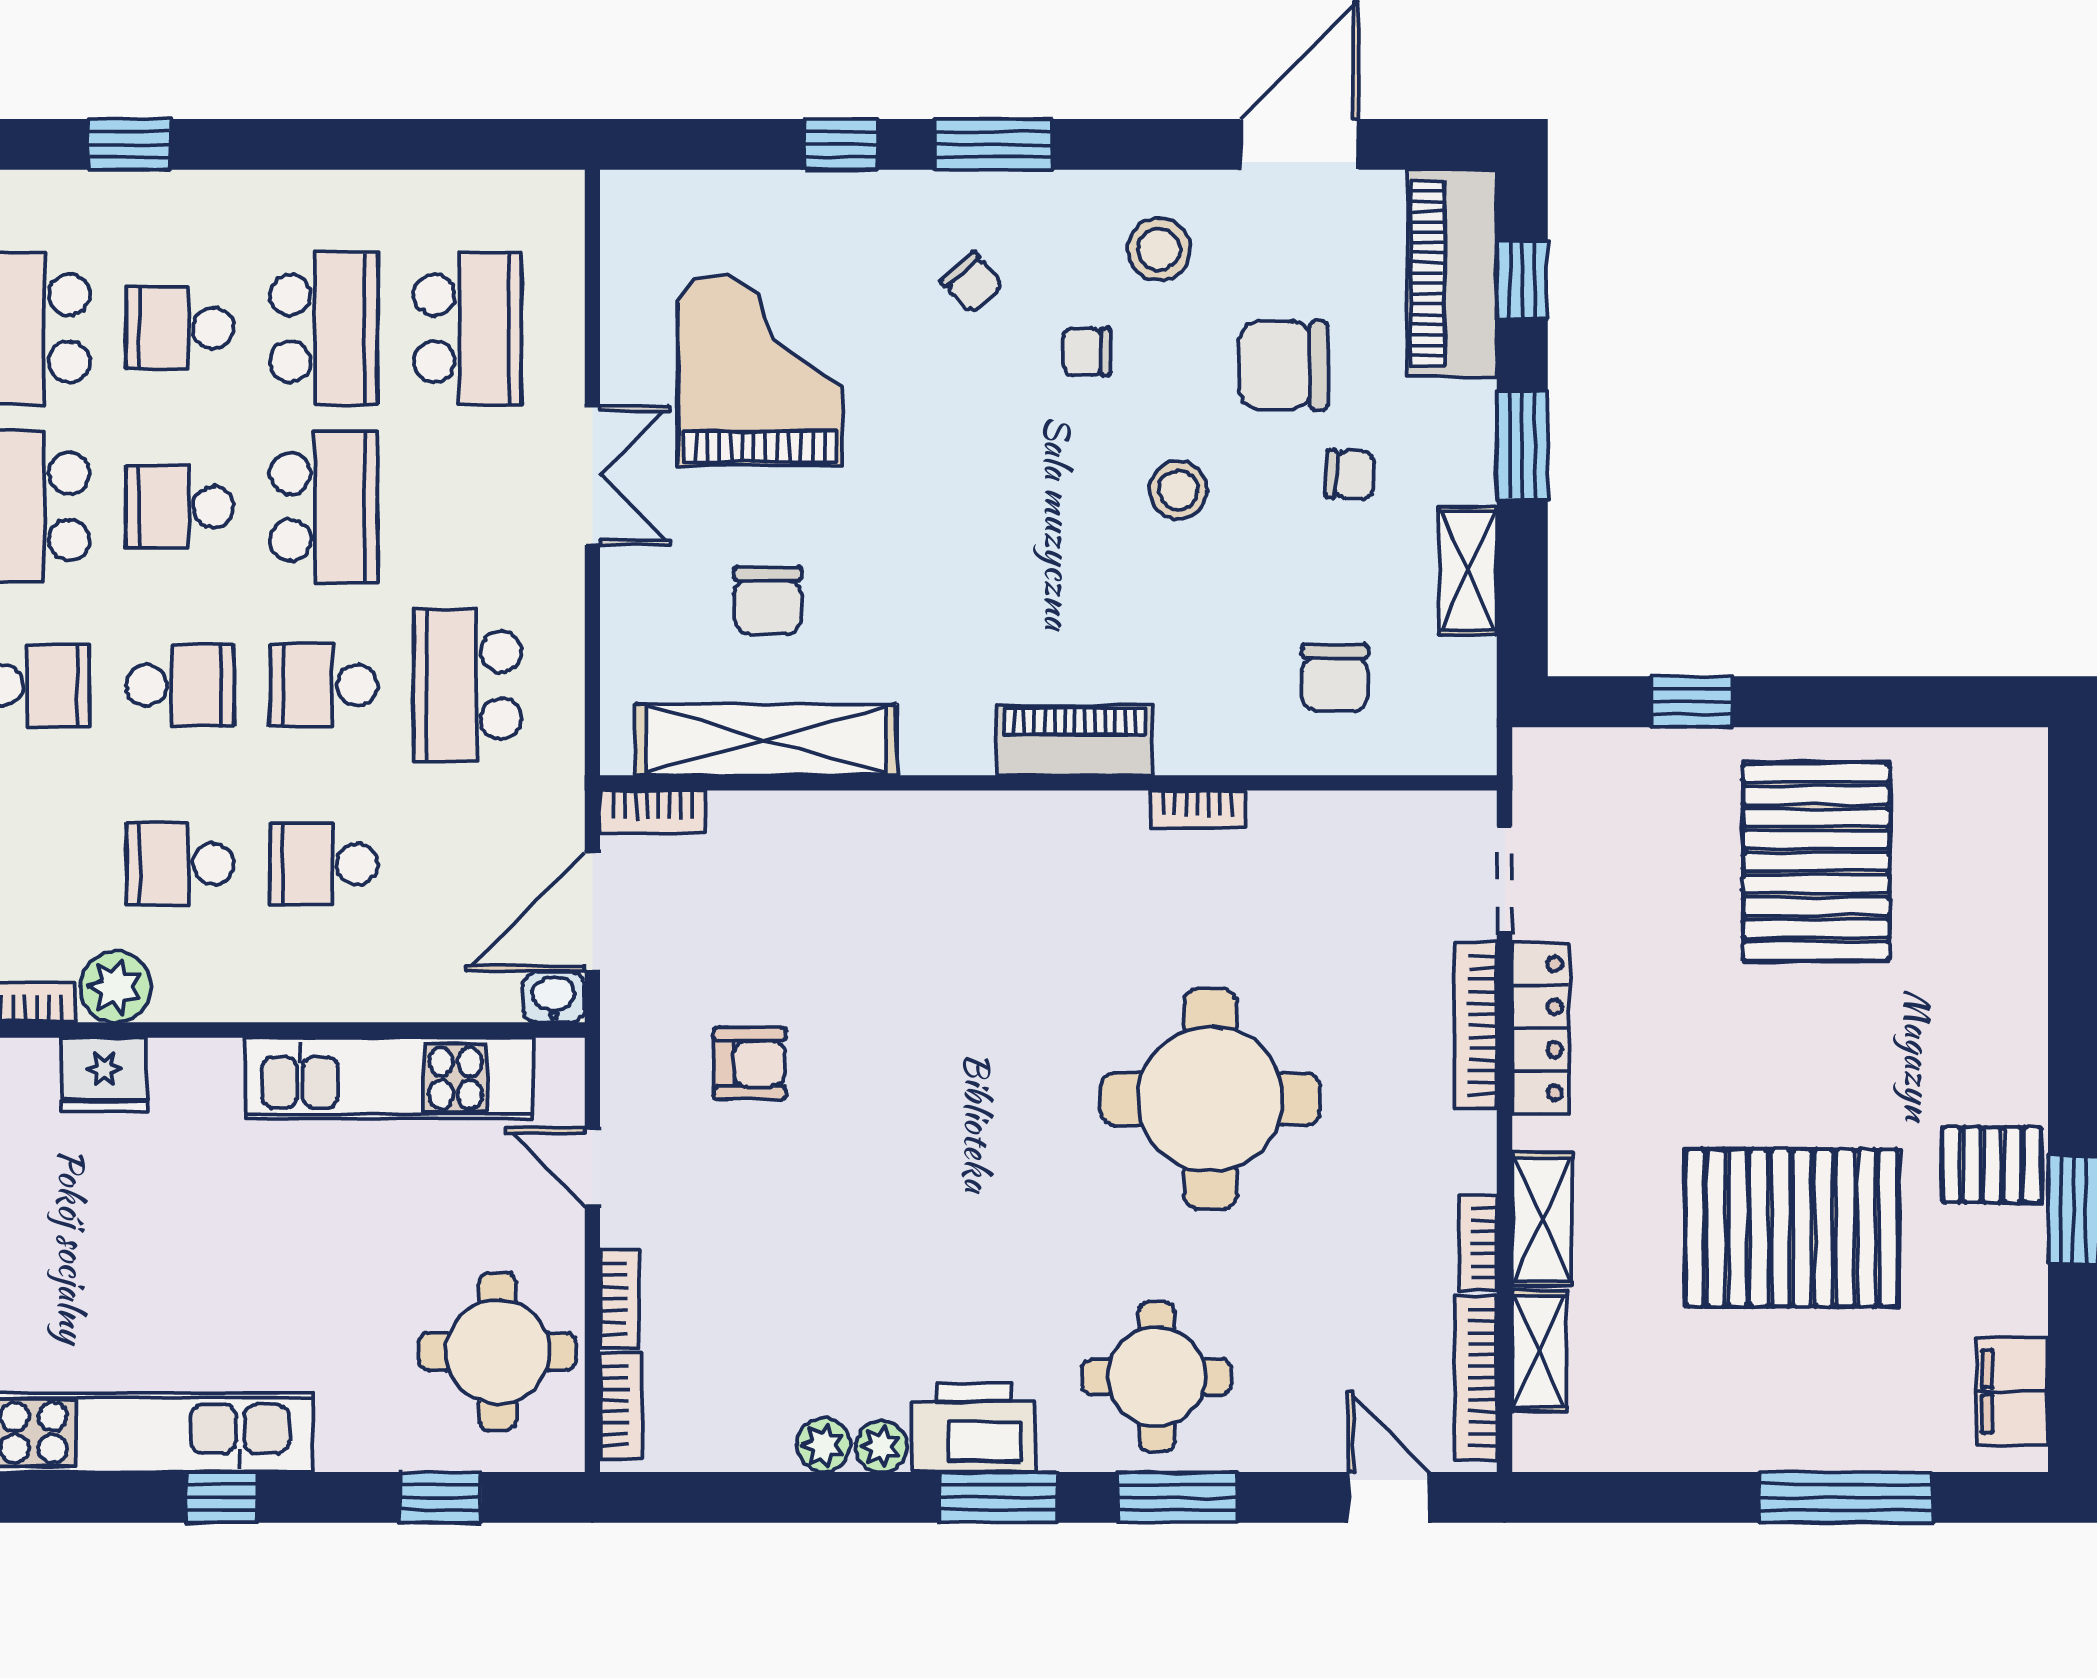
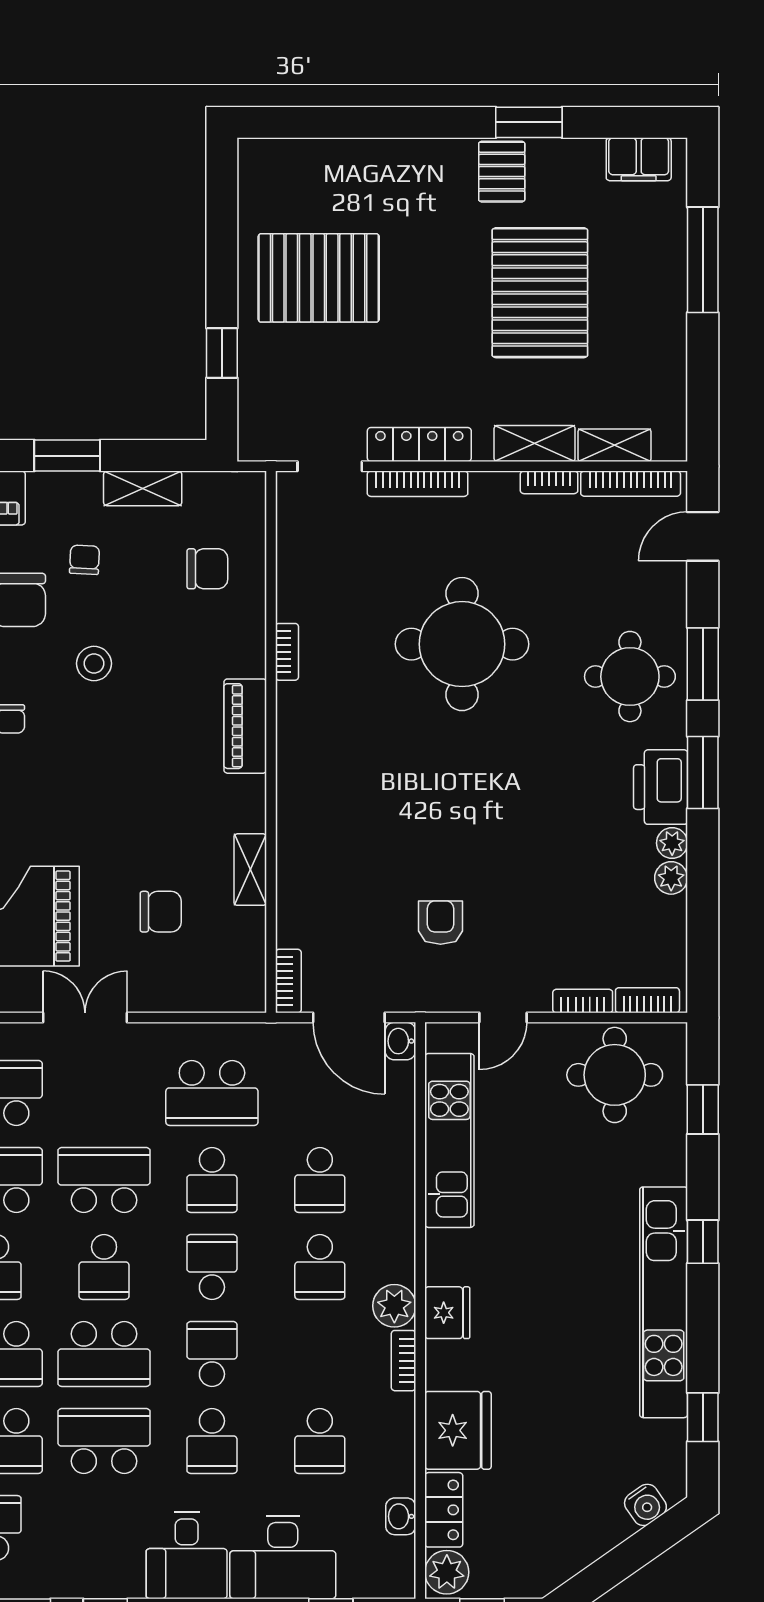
shelving: (766, 740) -> (250, 870), width x0.45, depth x0.75

